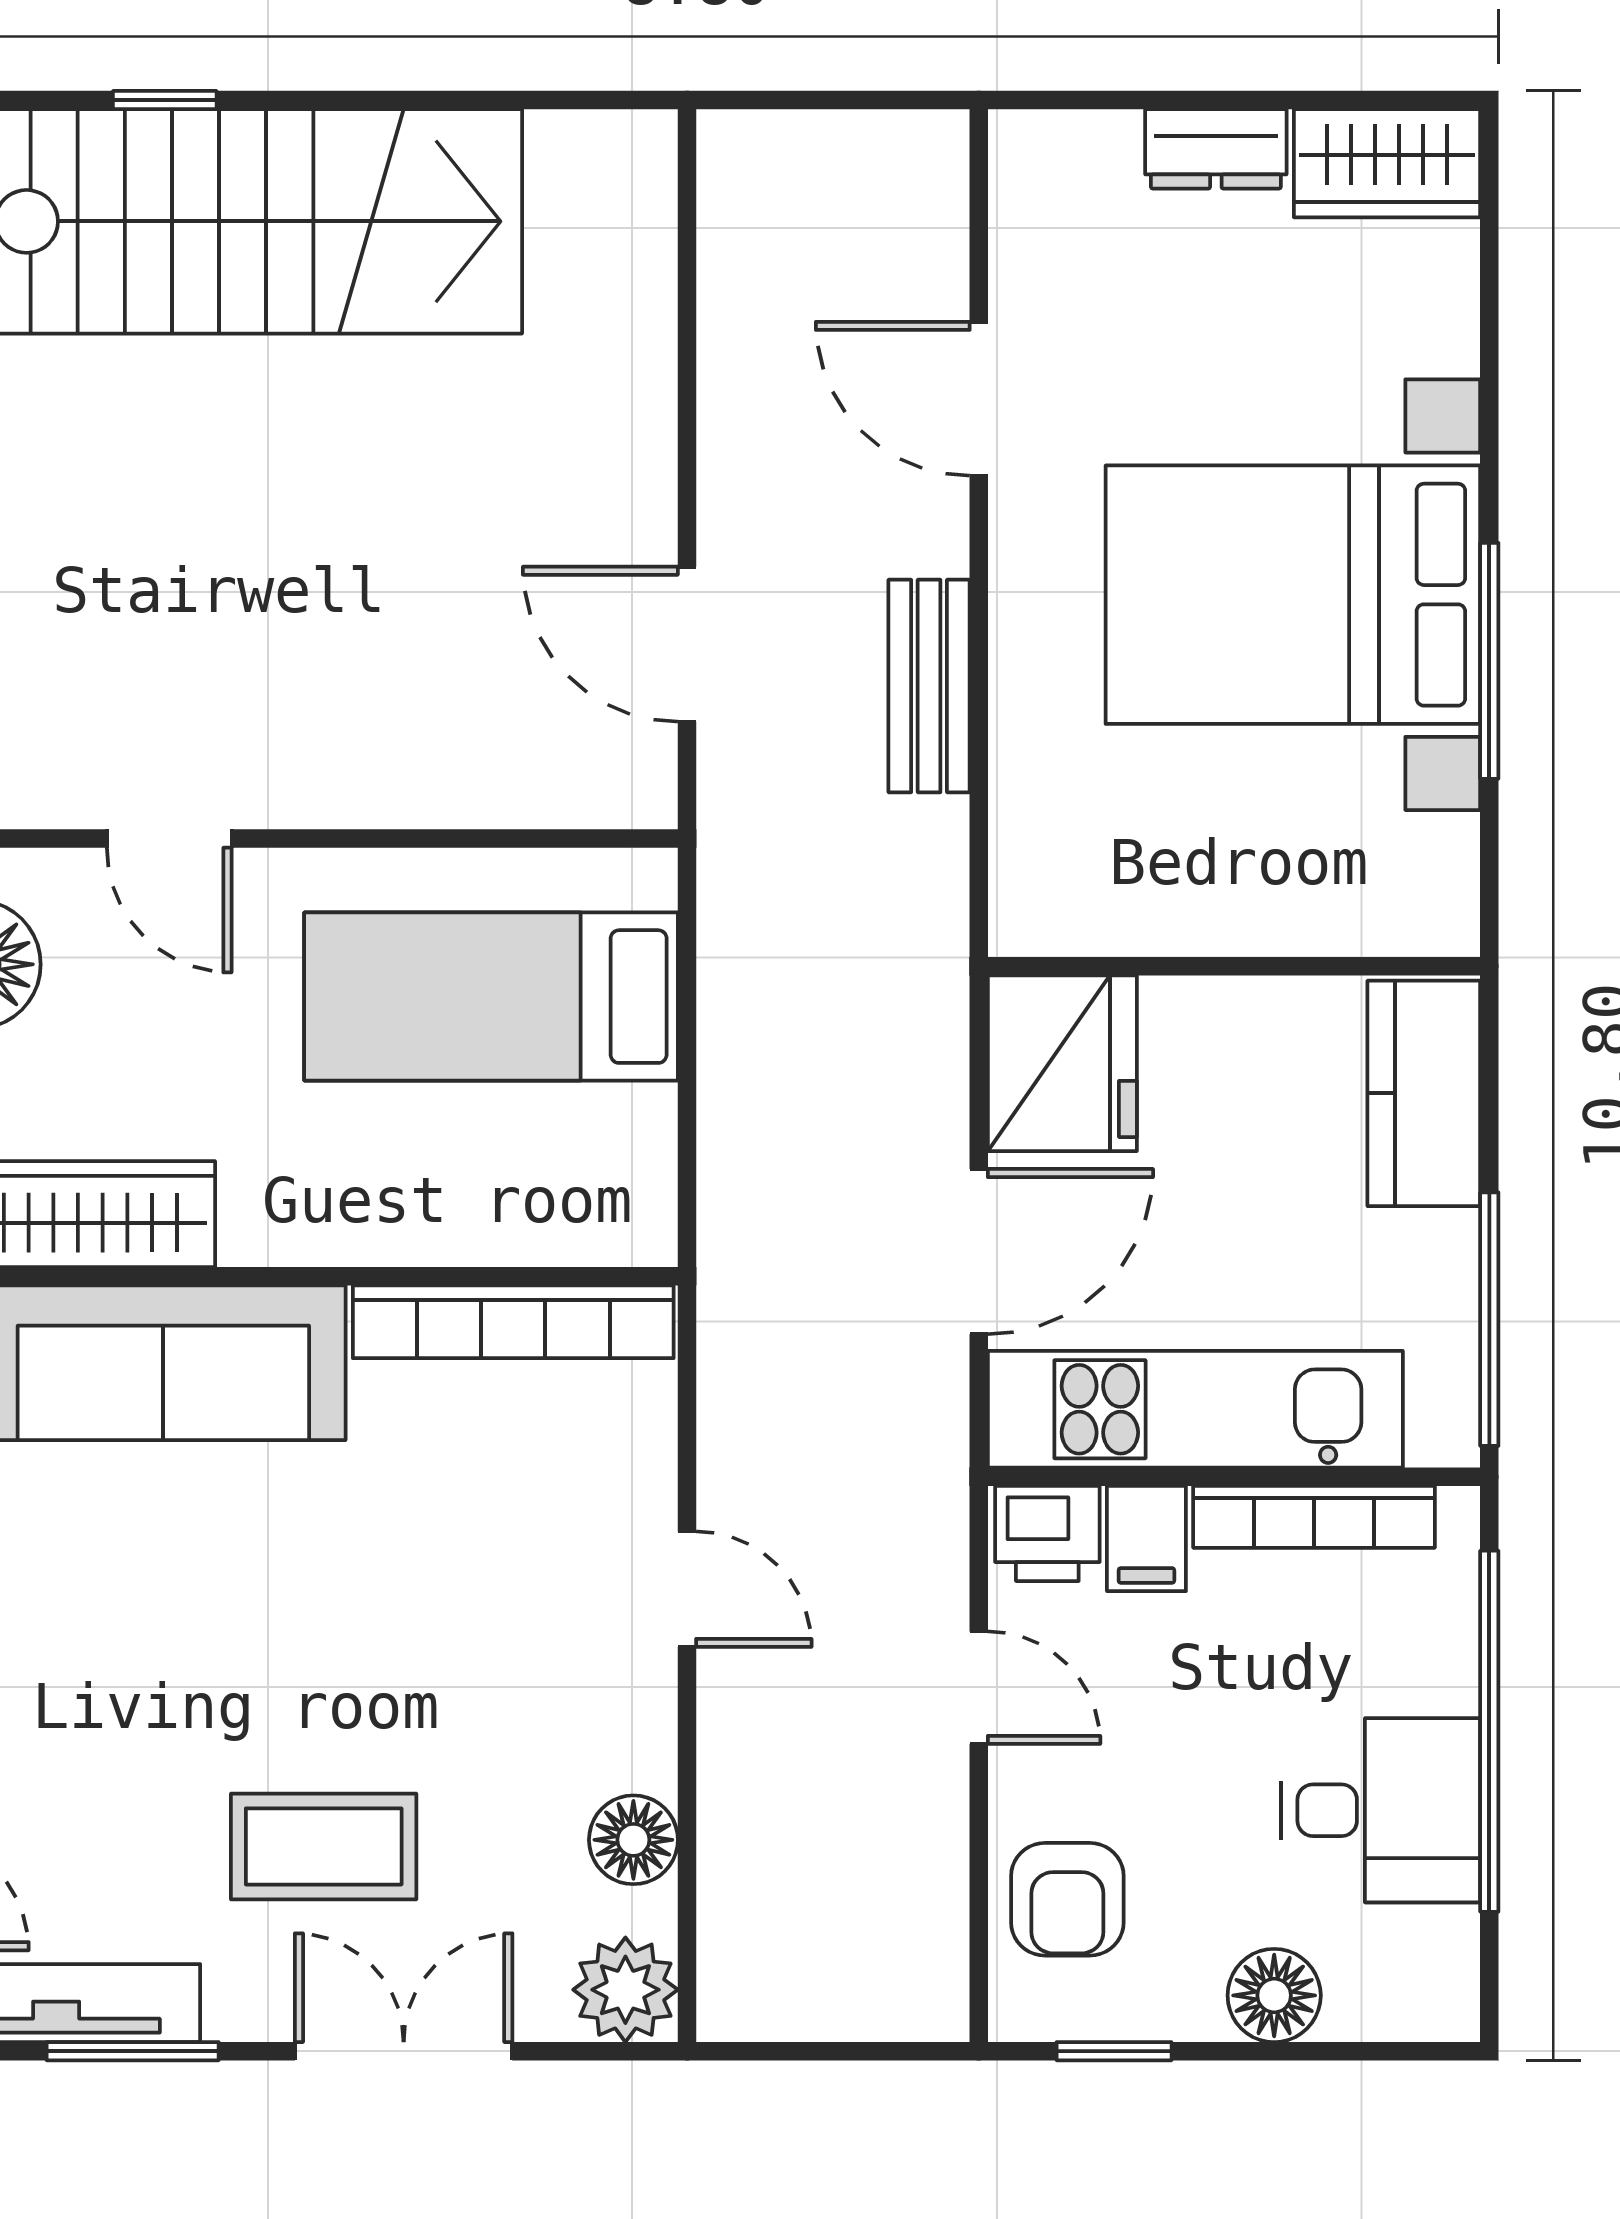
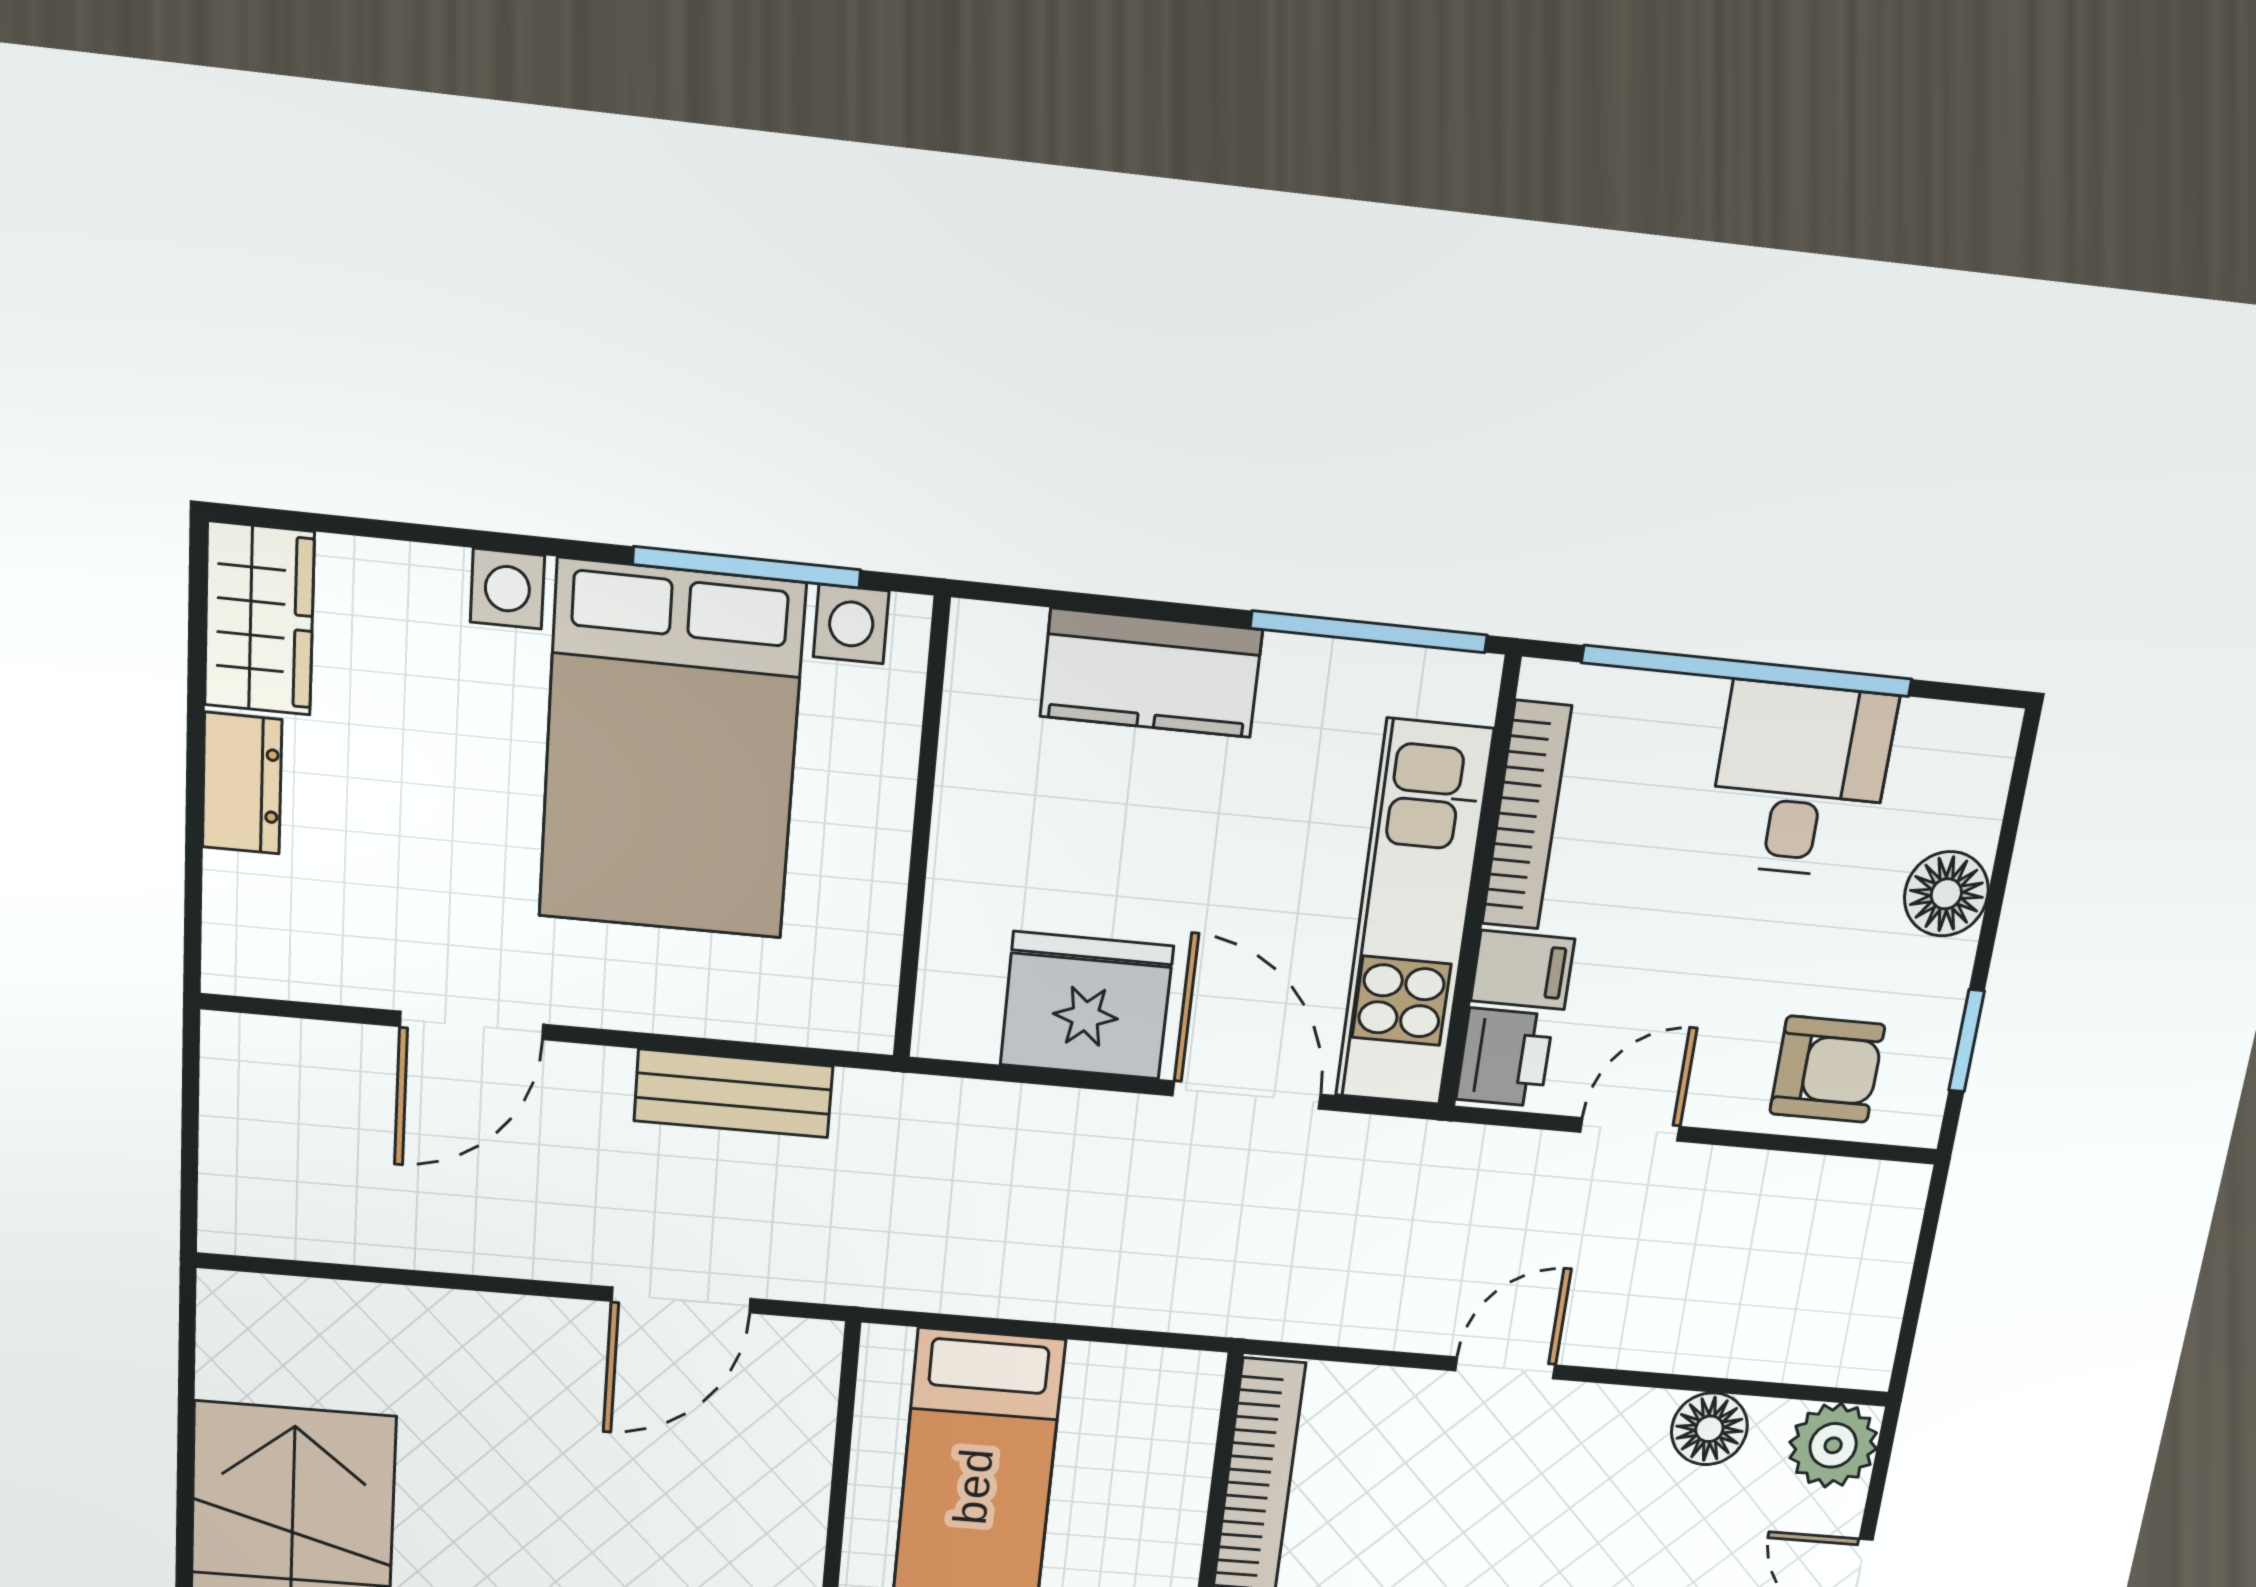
wall: (1234, 966) -> (921, 832), moved

